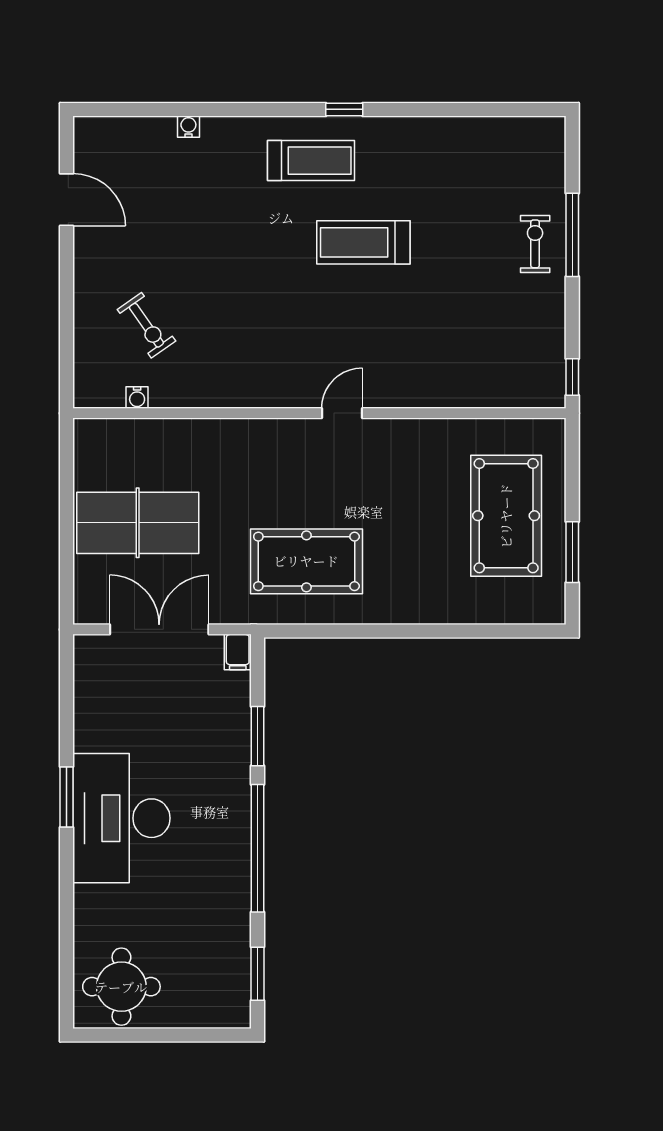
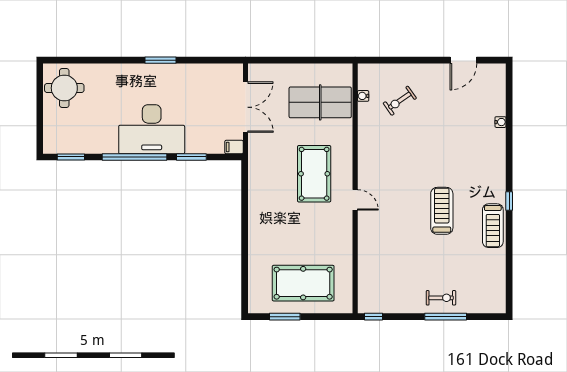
treadmill: (311, 161) -> (493, 226), moved
table tennis table: (138, 523) -> (320, 102), moved, turned 90
pool table: (306, 561) -> (314, 174), moved
desk: (121, 818) -> (152, 129), moved, turned 180

